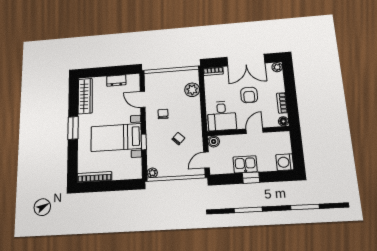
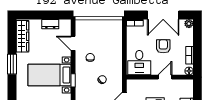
plant: (192, 90) -> (116, 38), removed
armchair: (249, 95) -> (163, 46), turned 180
boiler: (214, 142) -> (131, 84), removed

